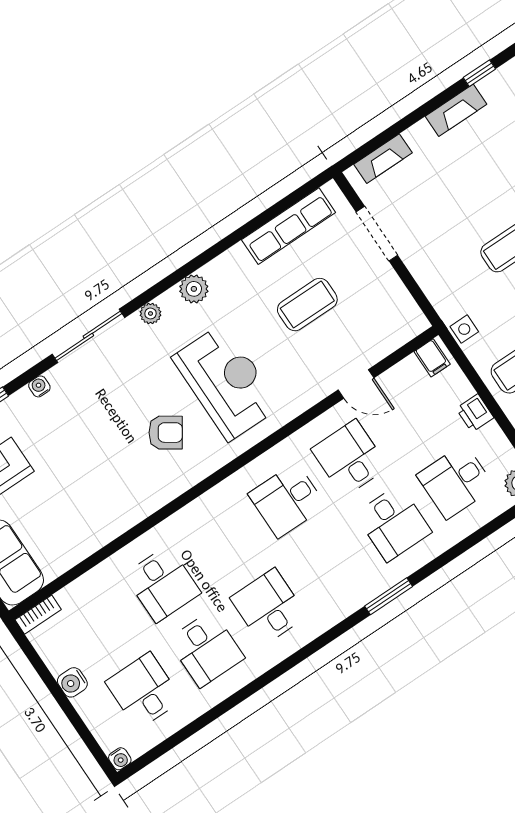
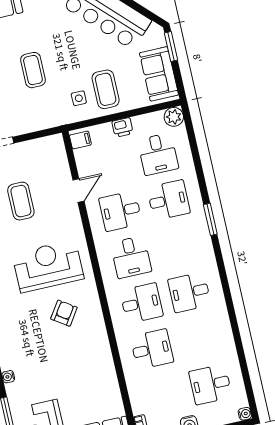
side table: (464, 329) -> (79, 98), moved
desk: (206, 649) -> (141, 303), moved

